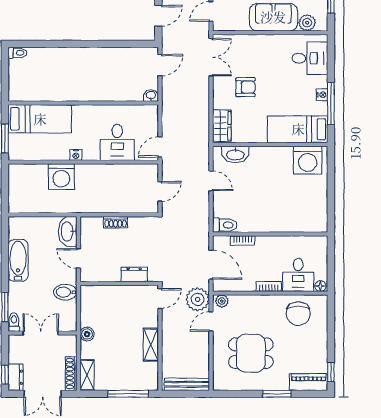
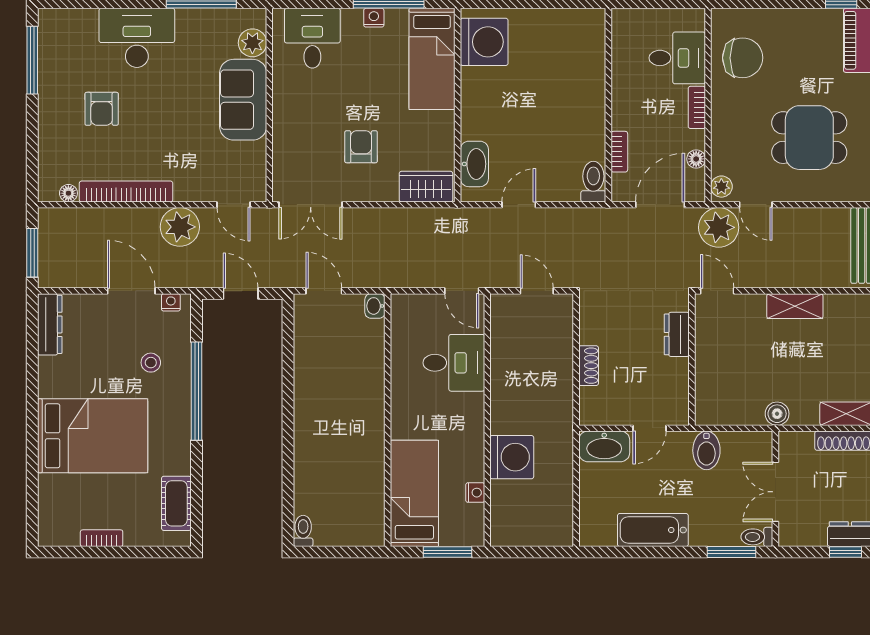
double door: (211, 57) -> (311, 205), swing flipped
nightstand: (76, 155) -> (475, 493), moved
floor lamp: (320, 286) -> (696, 159), moved
dining table: (251, 353) -> (809, 138), turned 90

